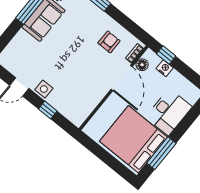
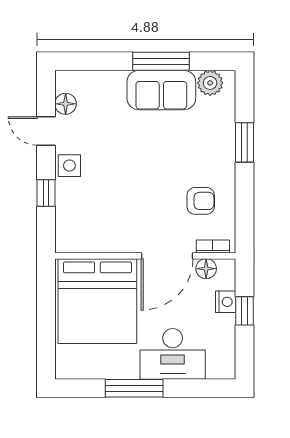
window: (166, 55) -> (245, 311), moved
floor lamp: (14, 68) -> (66, 104), added
bed: (134, 139) -> (97, 301), moved, turned 180
window: (161, 153) -> (134, 388), moved

